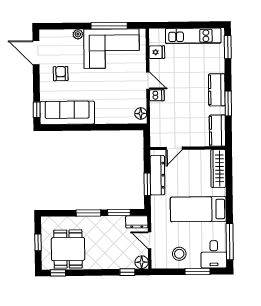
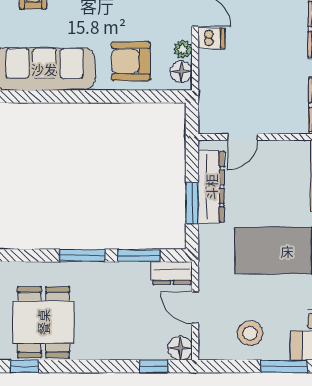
plant: (141, 101) -> (183, 49), added
armchair: (114, 108) -> (131, 61), added

